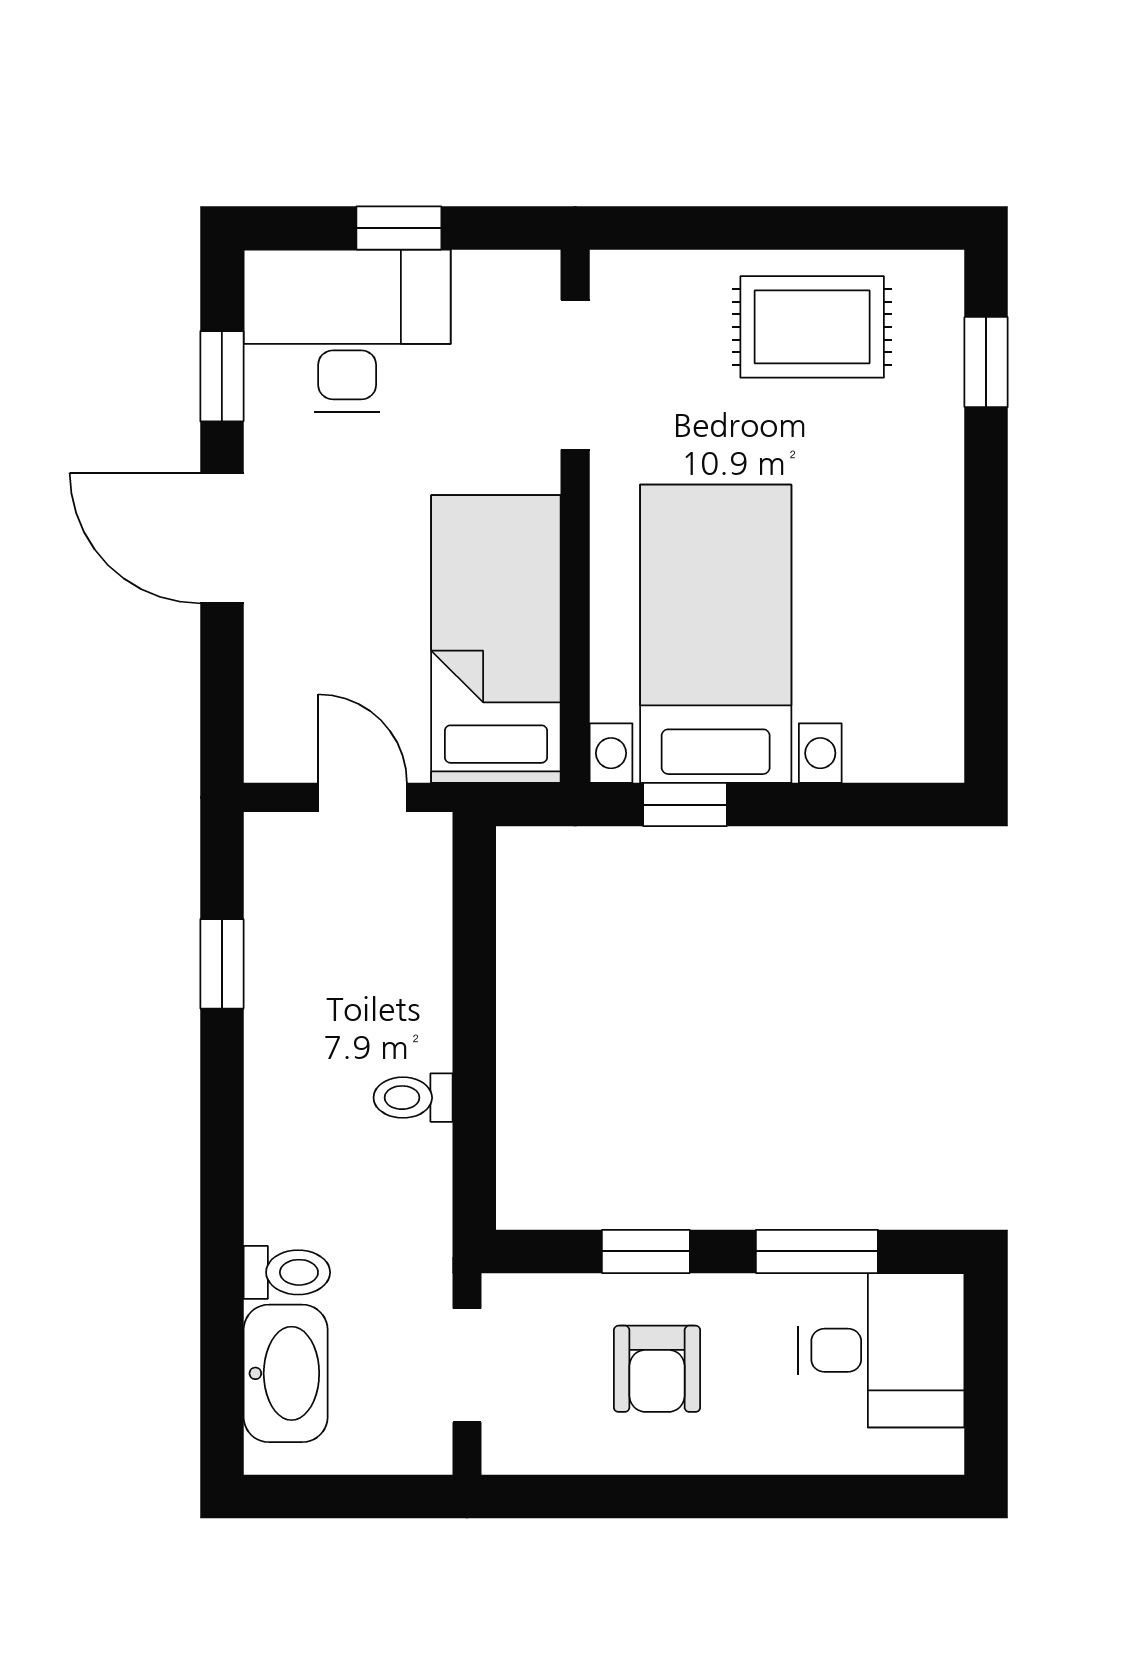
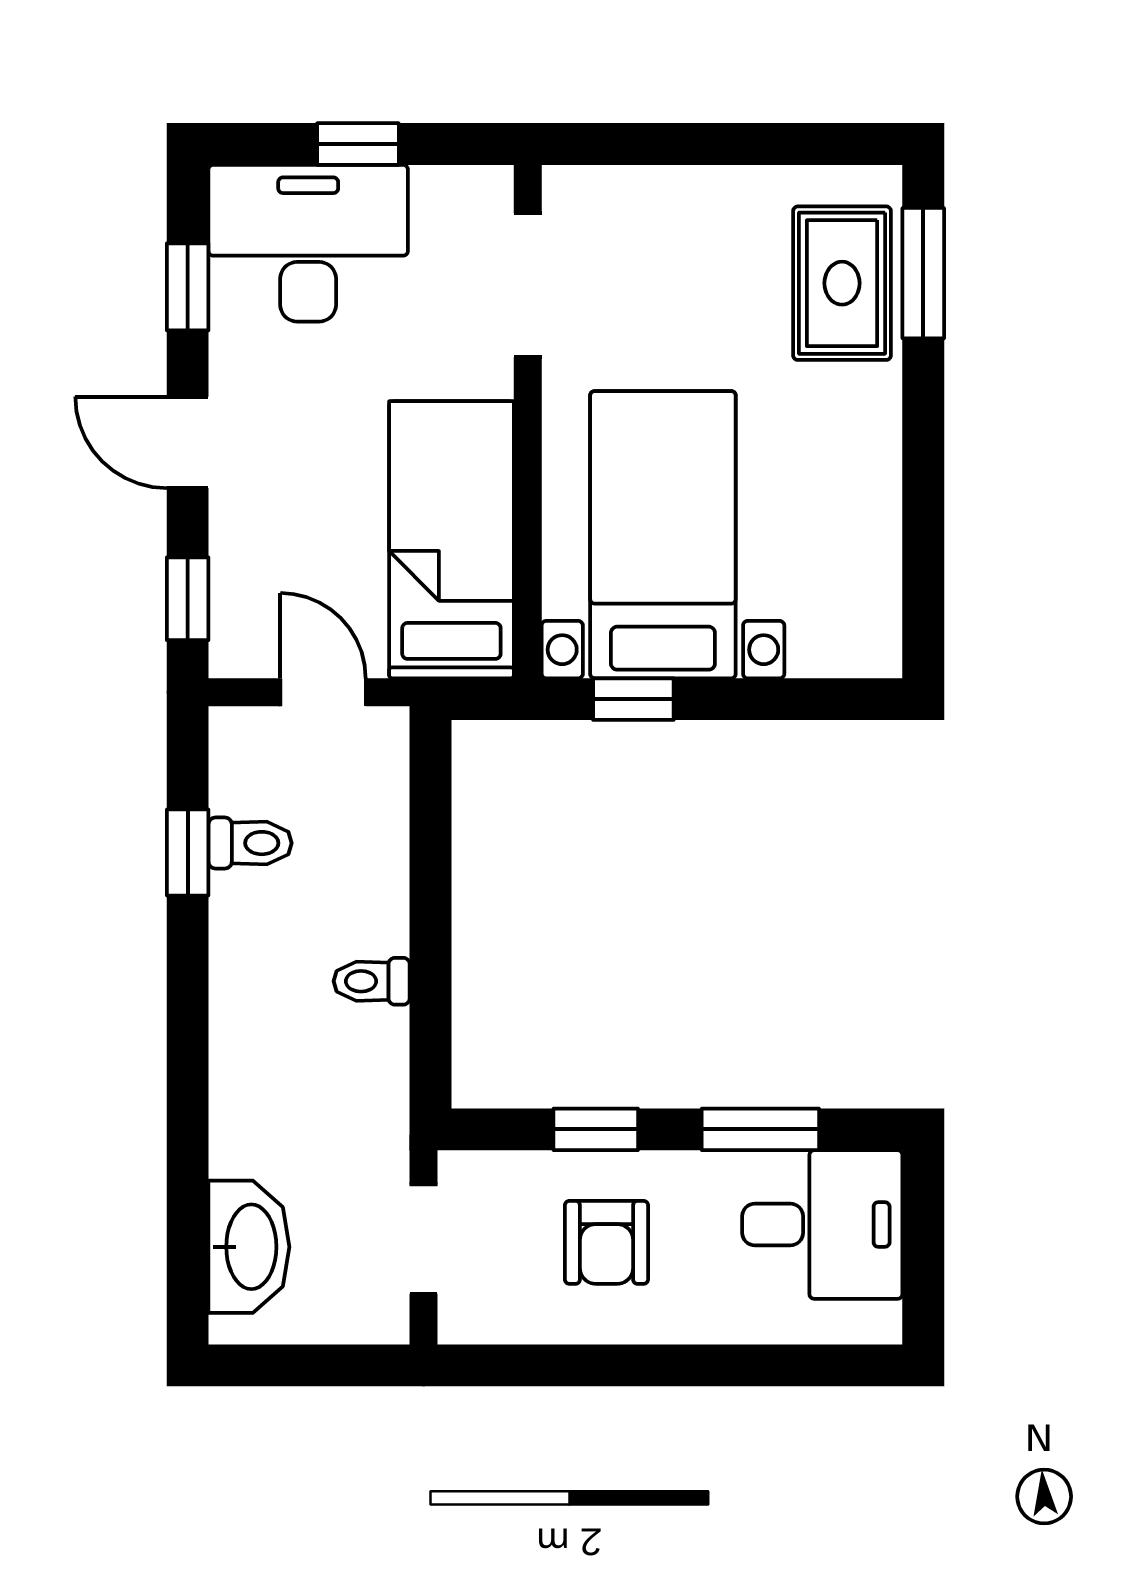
rug: (812, 327) -> (842, 283), moved, turned 90
window: (986, 362) -> (923, 273), width x1.50
door: (222, 538) -> (188, 442), width x0.73
window: (222, 700) -> (188, 599), added
toilet: (287, 1272) -> (250, 843), moved

